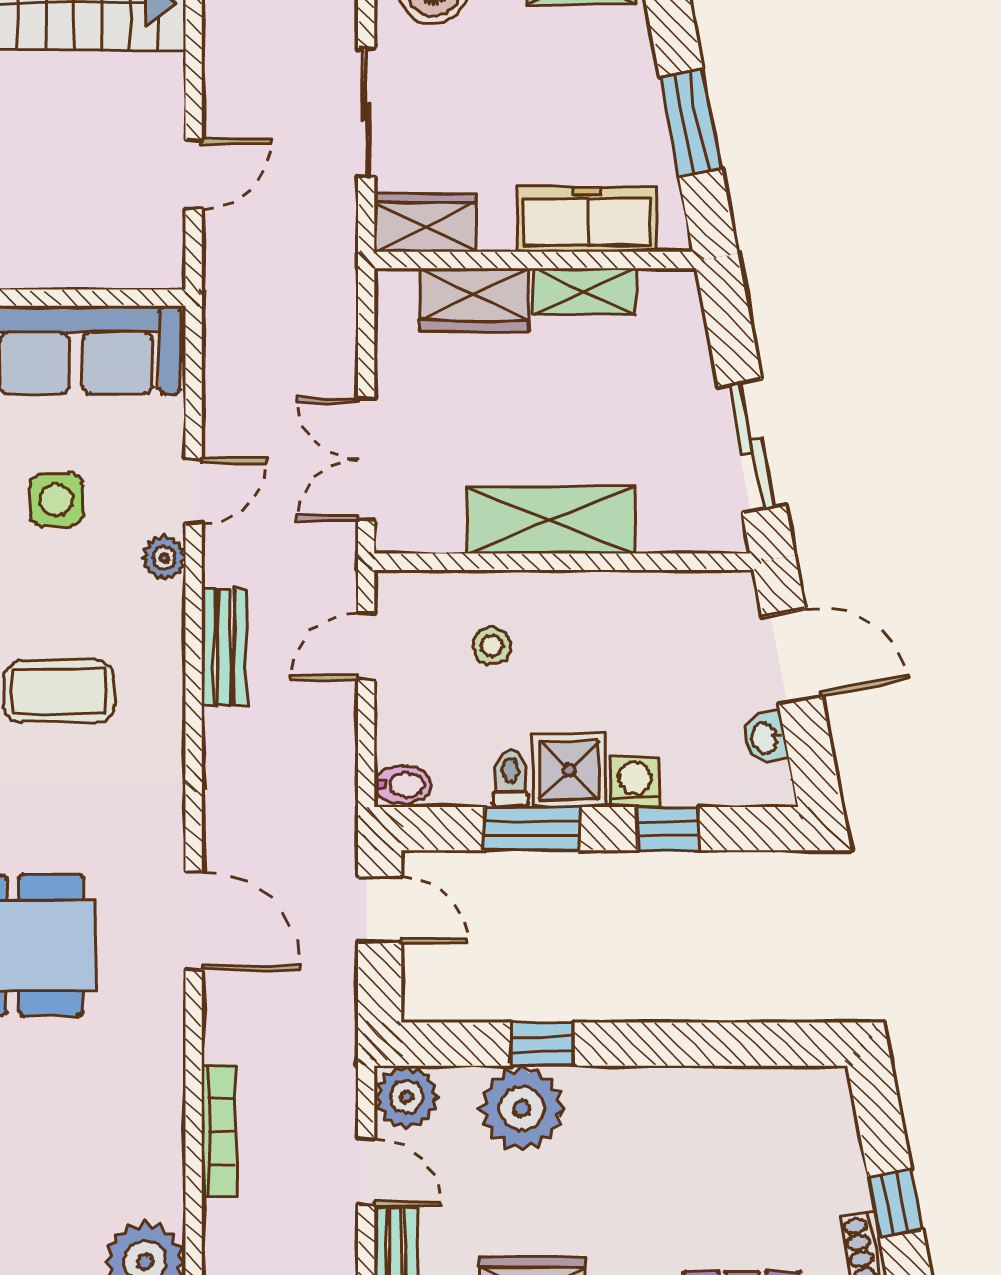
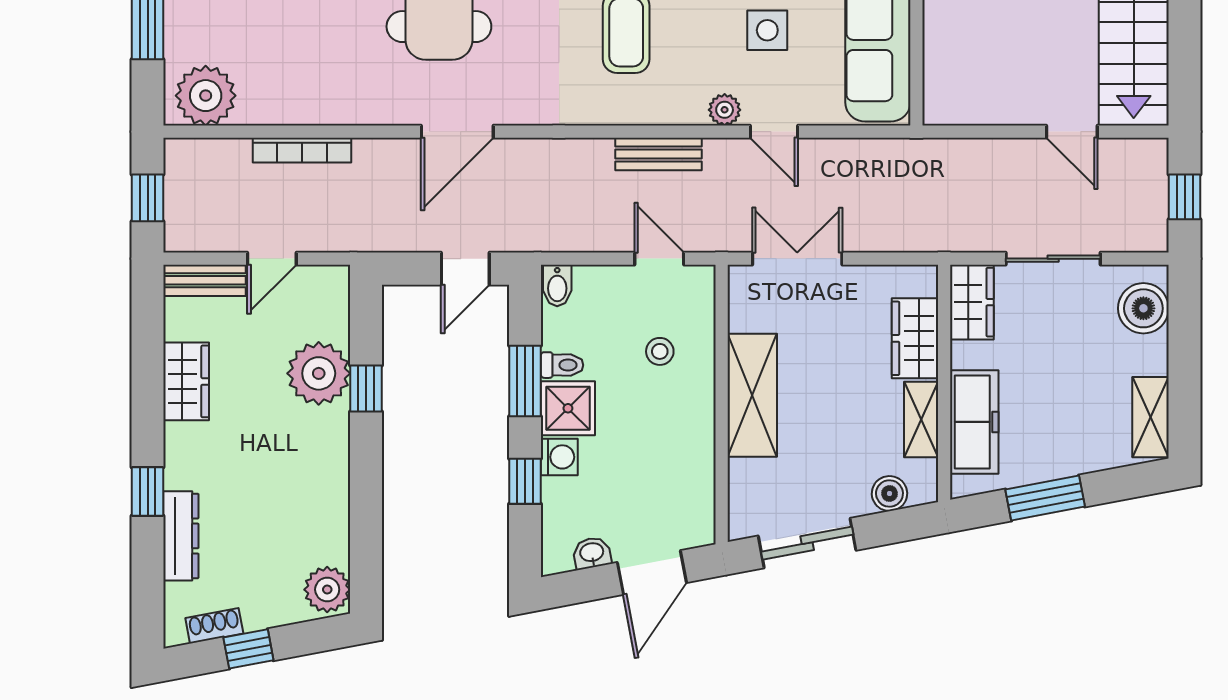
door: (194, 174) -> (1072, 132), moved
boiler: (685, 334) -> (889, 494), added
plant: (406, 1097) -> (327, 590), moved

